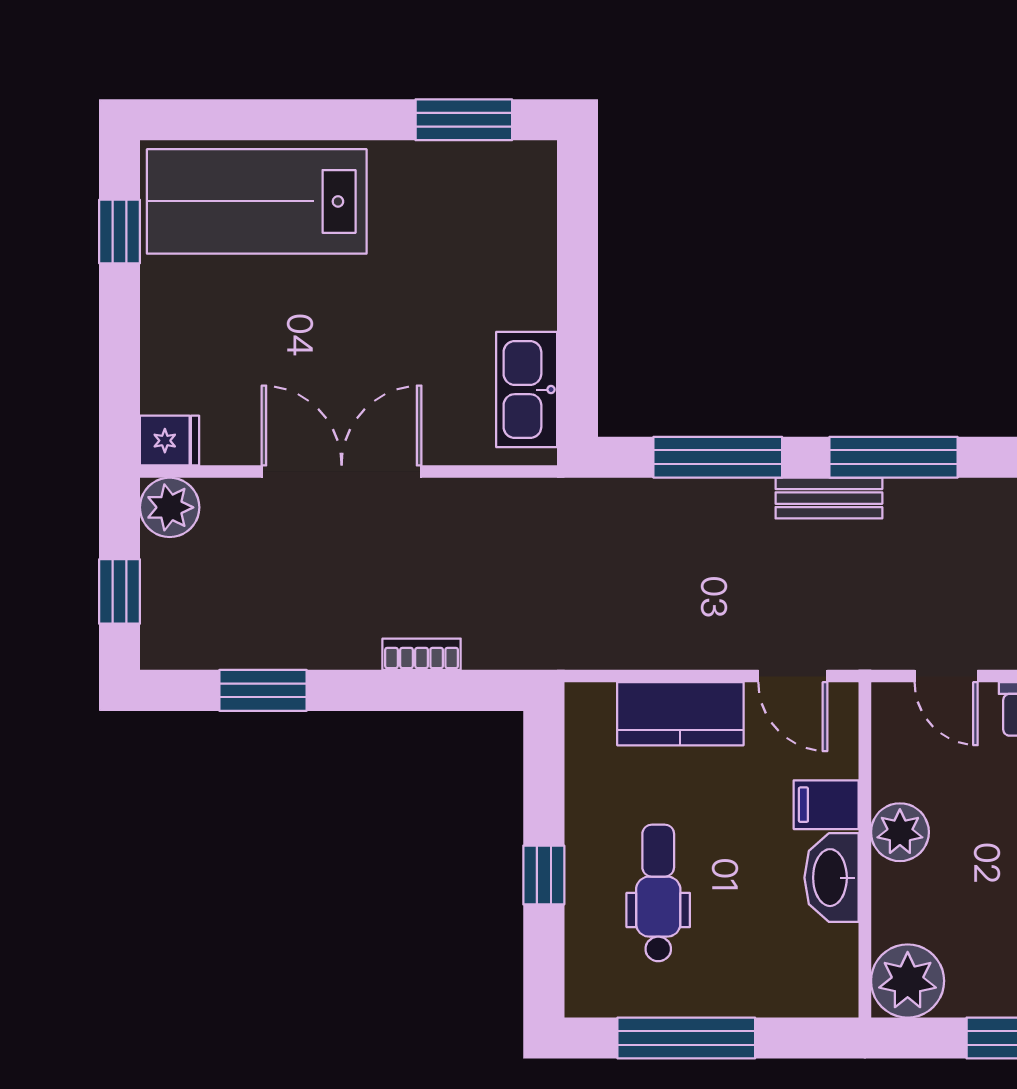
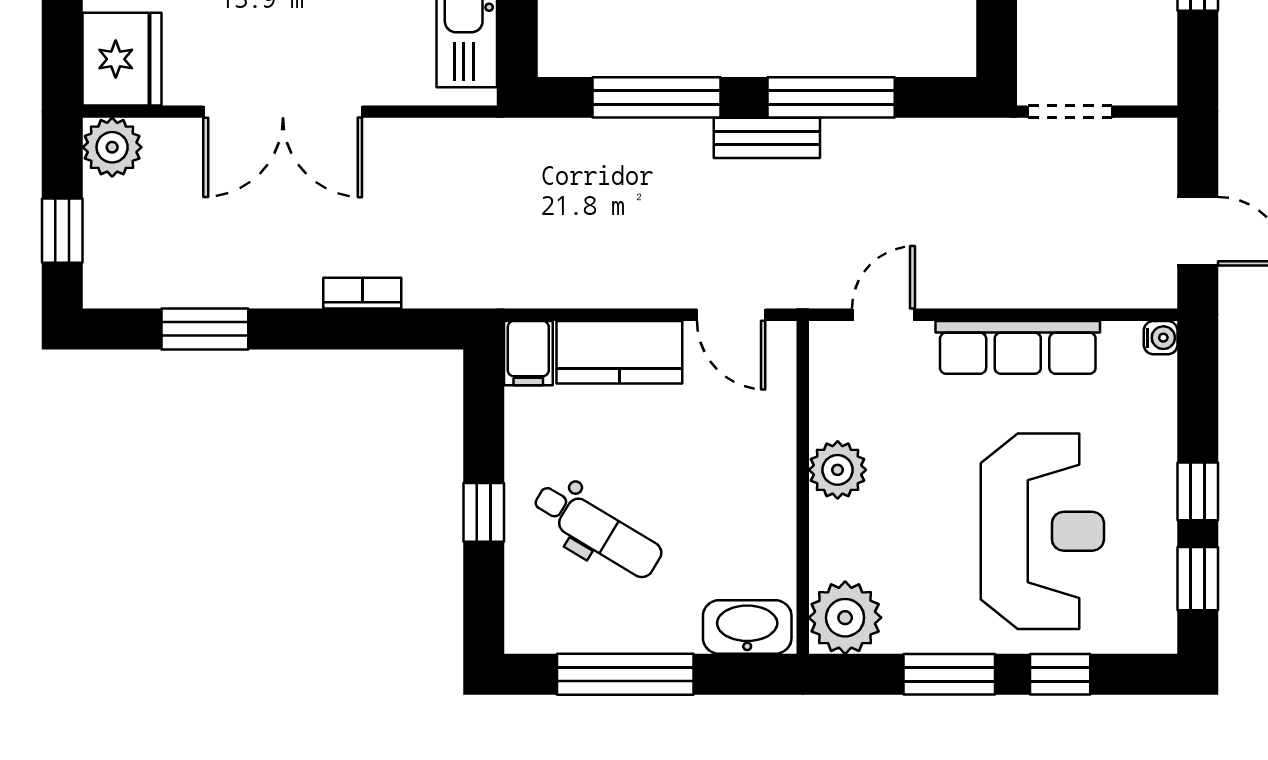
fridge: (170, 441) -> (122, 59), width x1.88, depth x1.34
double door: (342, 472) -> (283, 112), swing flipped
door: (946, 676) -> (883, 315), swing flipped
filing cabinet: (826, 805) -> (528, 353), moved, turned -90
washbasin: (832, 878) -> (747, 627), moved, turned 90
dental chair: (658, 893) -> (597, 530), turned 121

